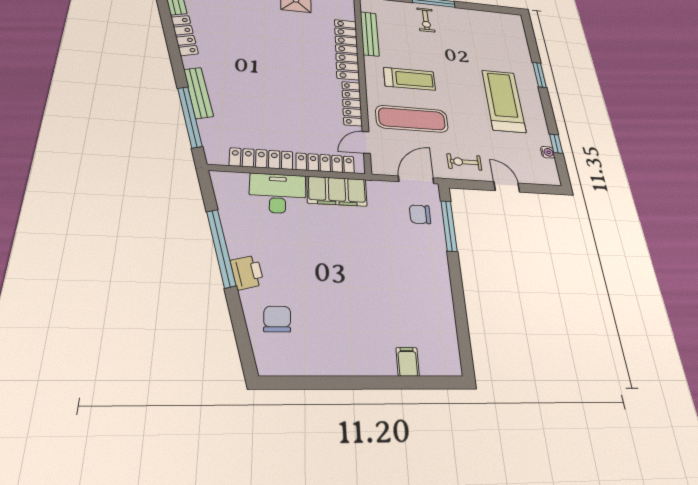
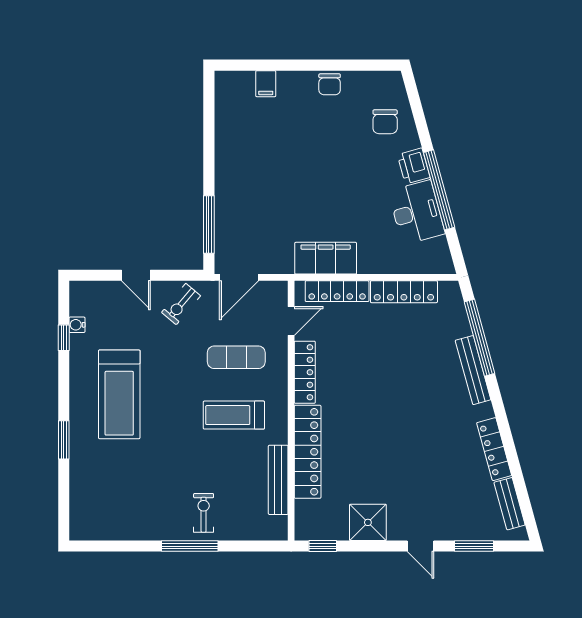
exercise mat: (412, 119) -> (236, 357), width x0.73, depth x0.69
exercise bike: (464, 162) -> (181, 304), turned 130
desk: (278, 193) -> (417, 212), moved, turned -105
chair: (420, 214) -> (330, 84), moved, turned 90

